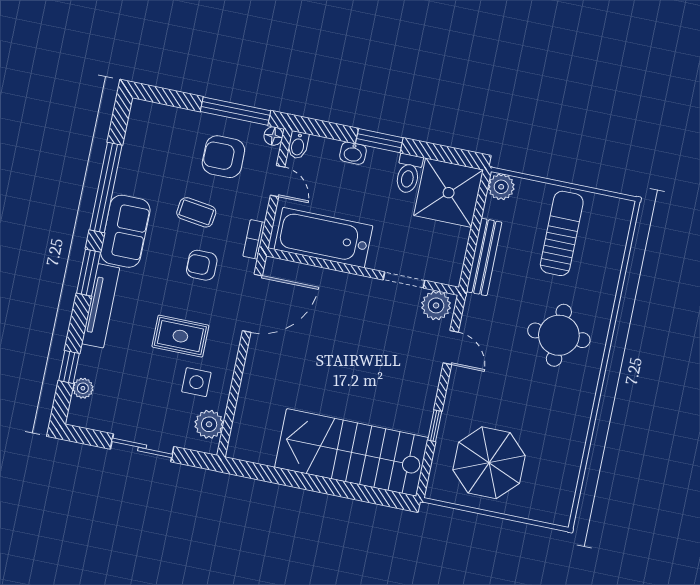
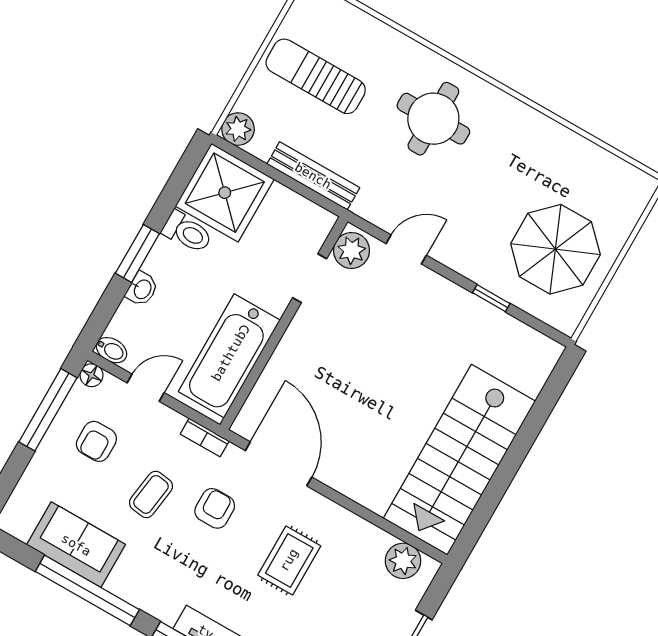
armchair: (223, 157) -> (96, 441), width x0.72, depth x0.72
sofa: (125, 231) -> (76, 545), moved
armchair: (202, 265) -> (215, 508), turned 180
side table: (196, 382) -> (349, 559), removed
stairs: (352, 452) -> (459, 460), moved

